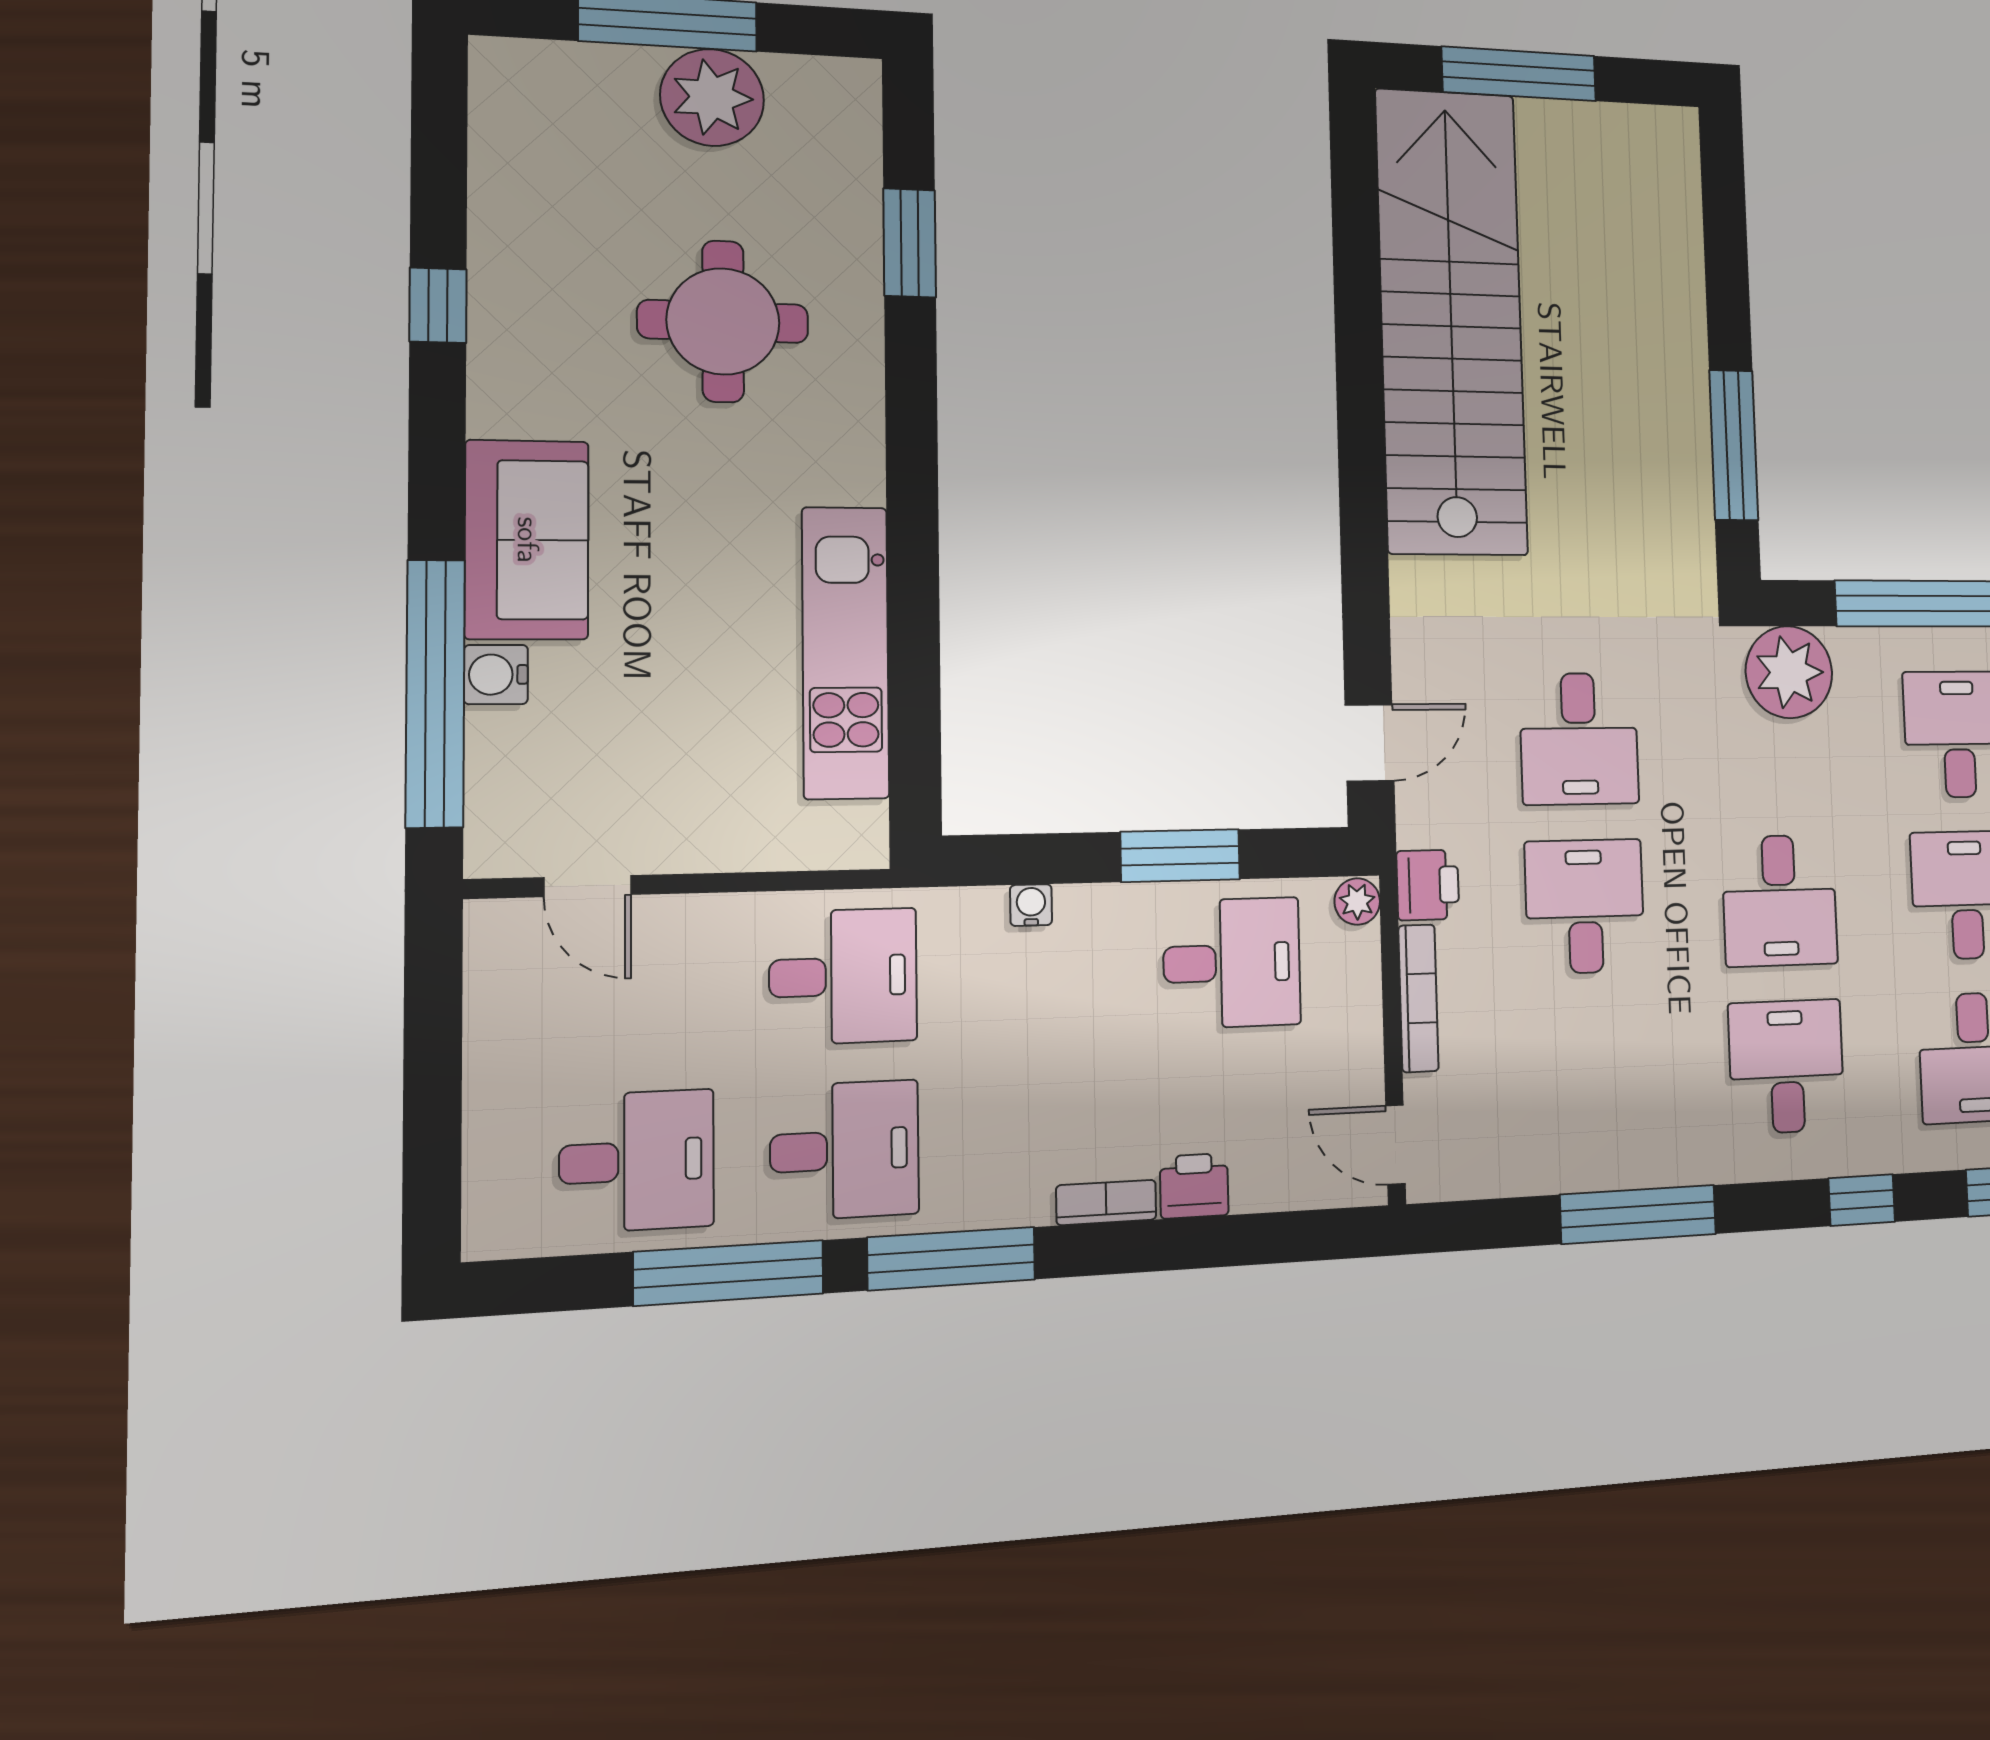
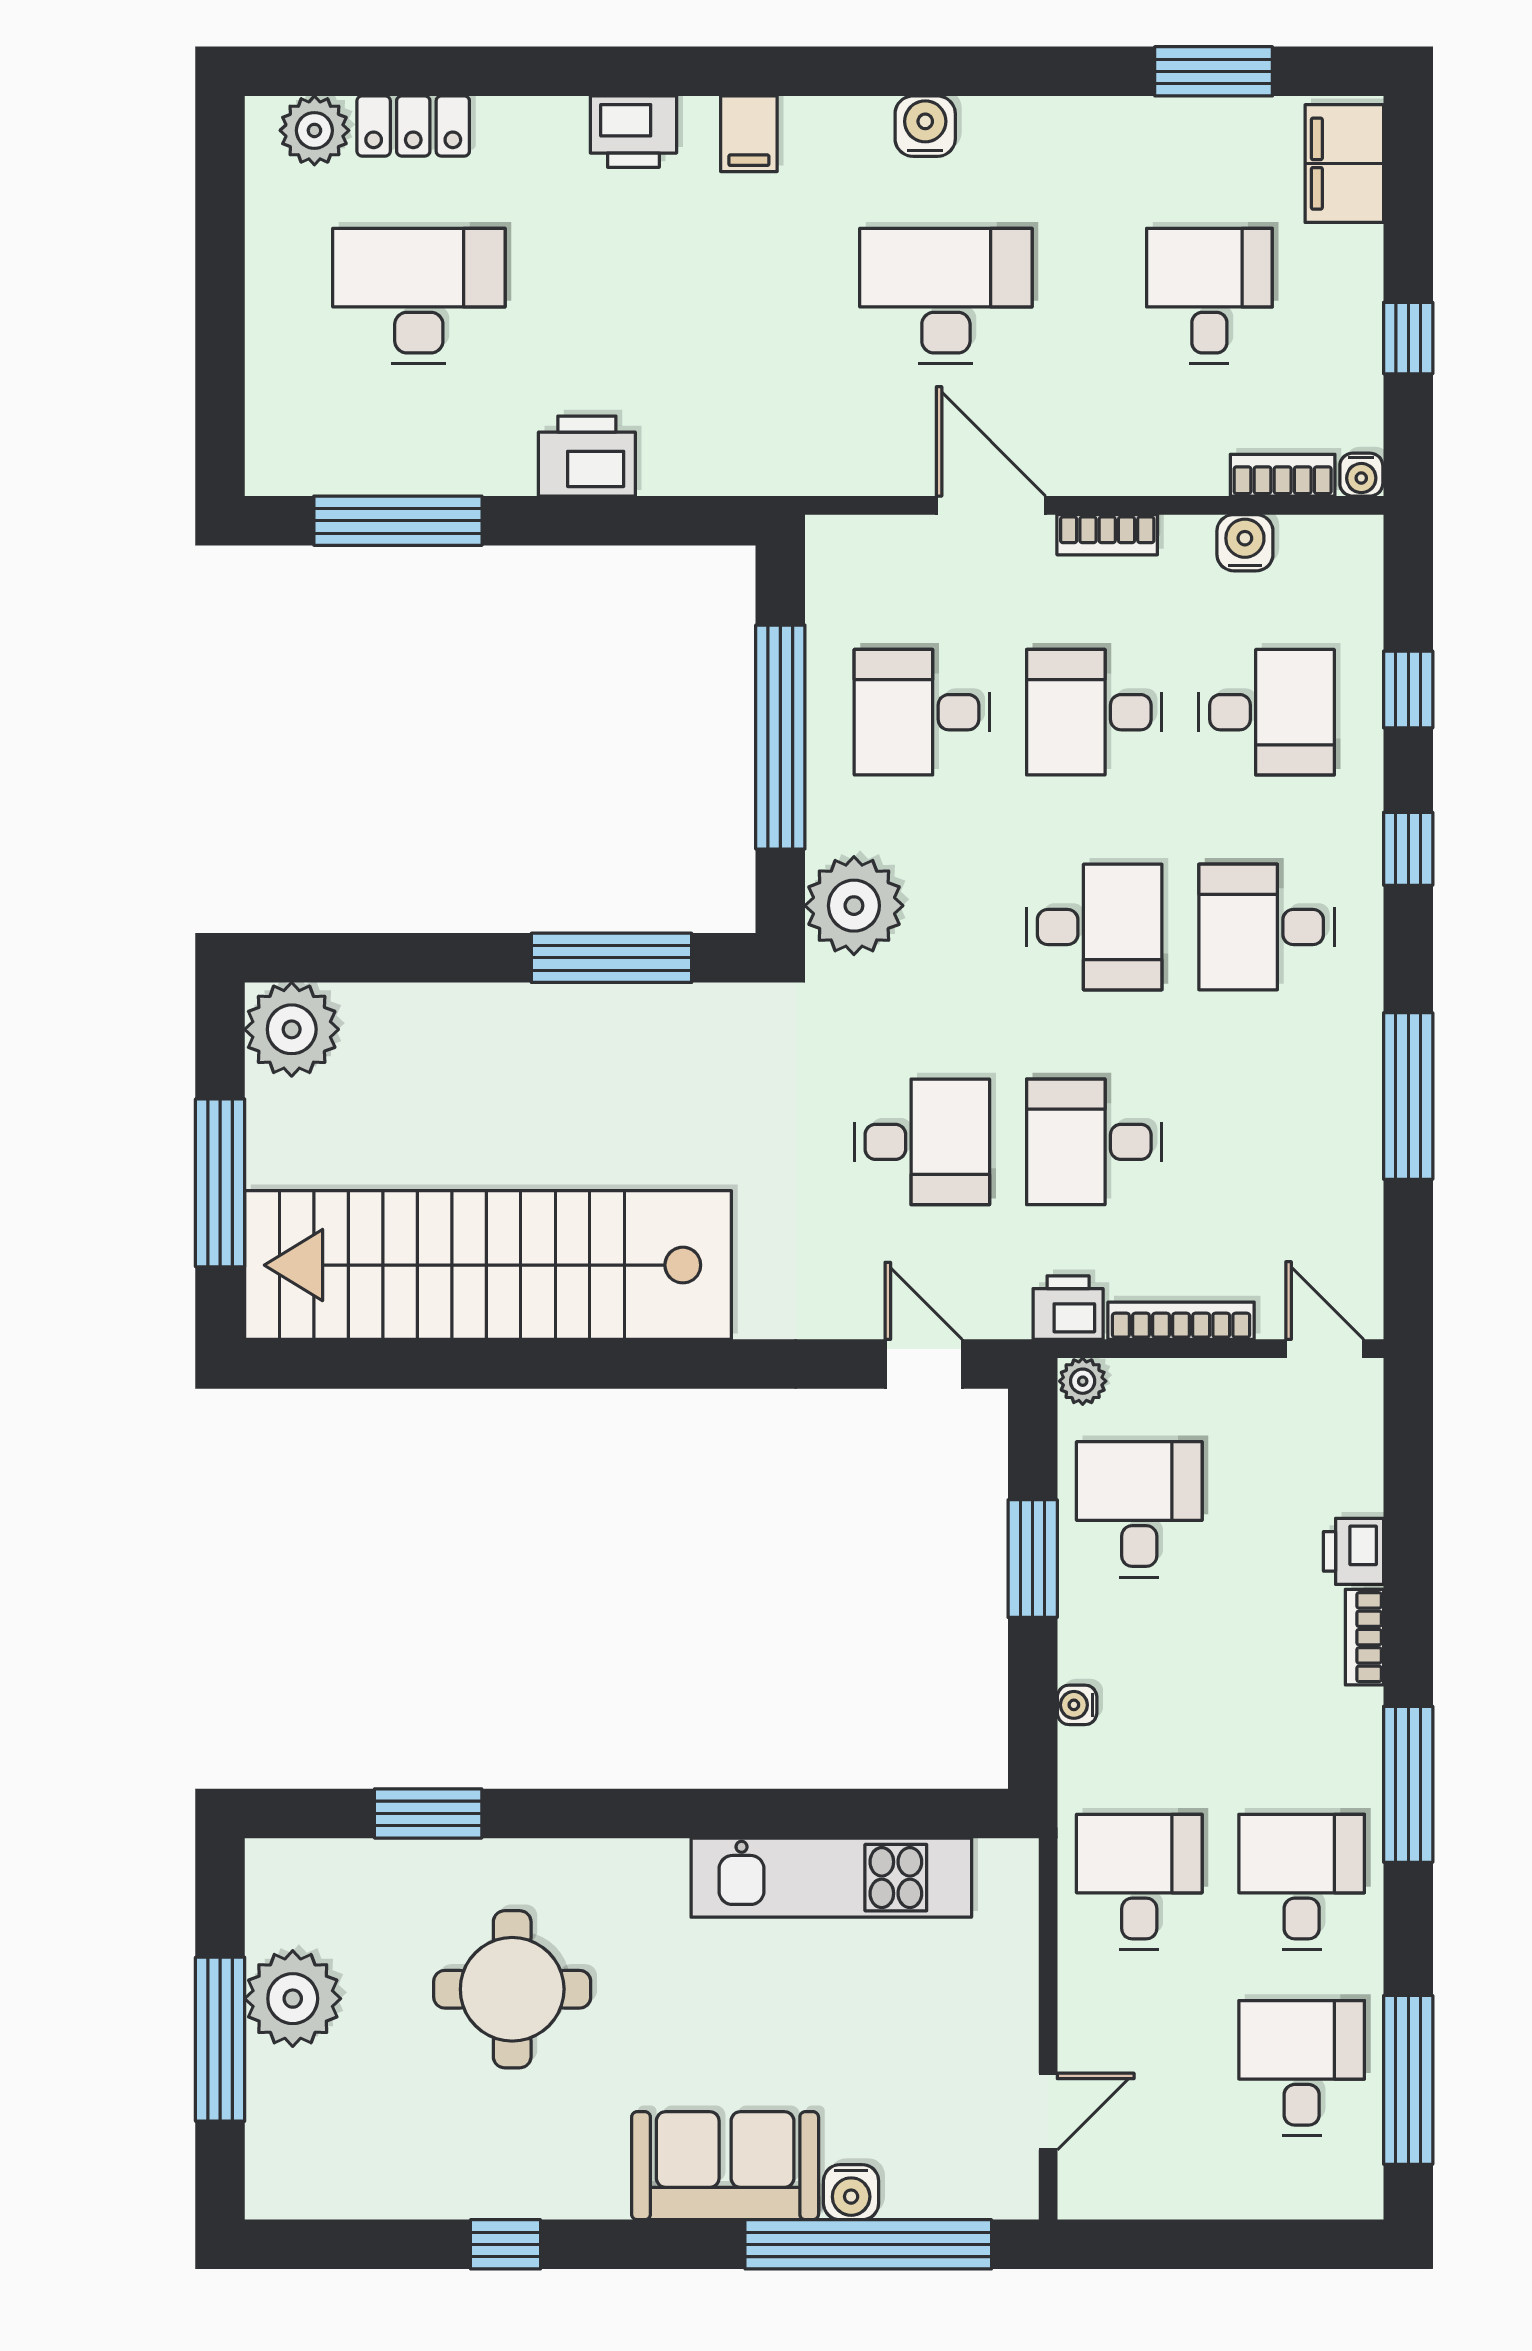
plant: (1659, 148) -> (292, 1029), added
door: (1395, 1145) -> (1325, 1349), swing flipped
window: (729, 1273) -> (1408, 2080), moved

